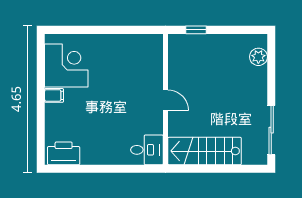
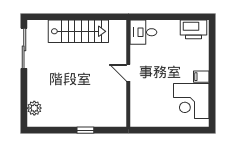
wall: (165, 99) -> (128, 73), moved
door: (165, 100) -> (128, 73), moved
desk: (147, 150) -> (143, 32), moved

